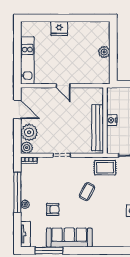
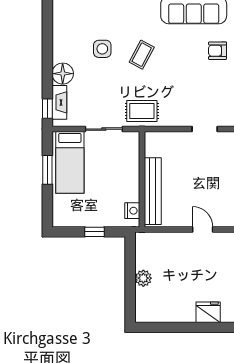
nightstand: (112, 120) -> (132, 211), moved
bench: (98, 128) -> (153, 191), moved
coffee table: (87, 192) -> (142, 55), moved

